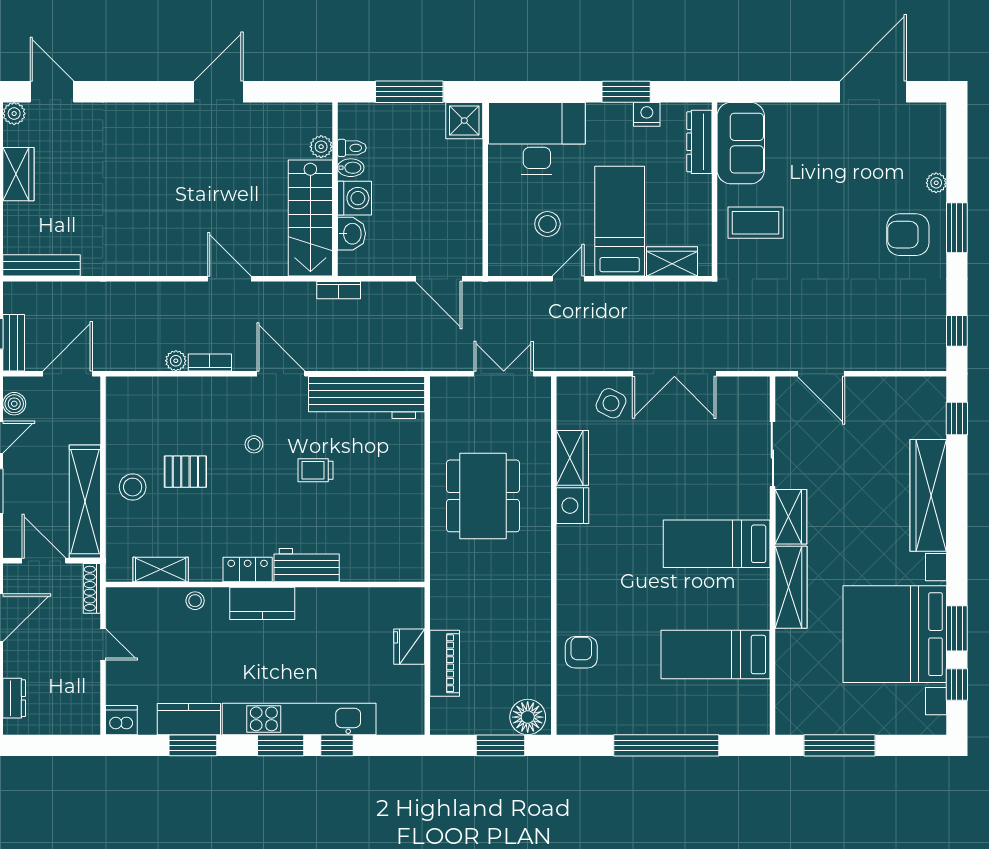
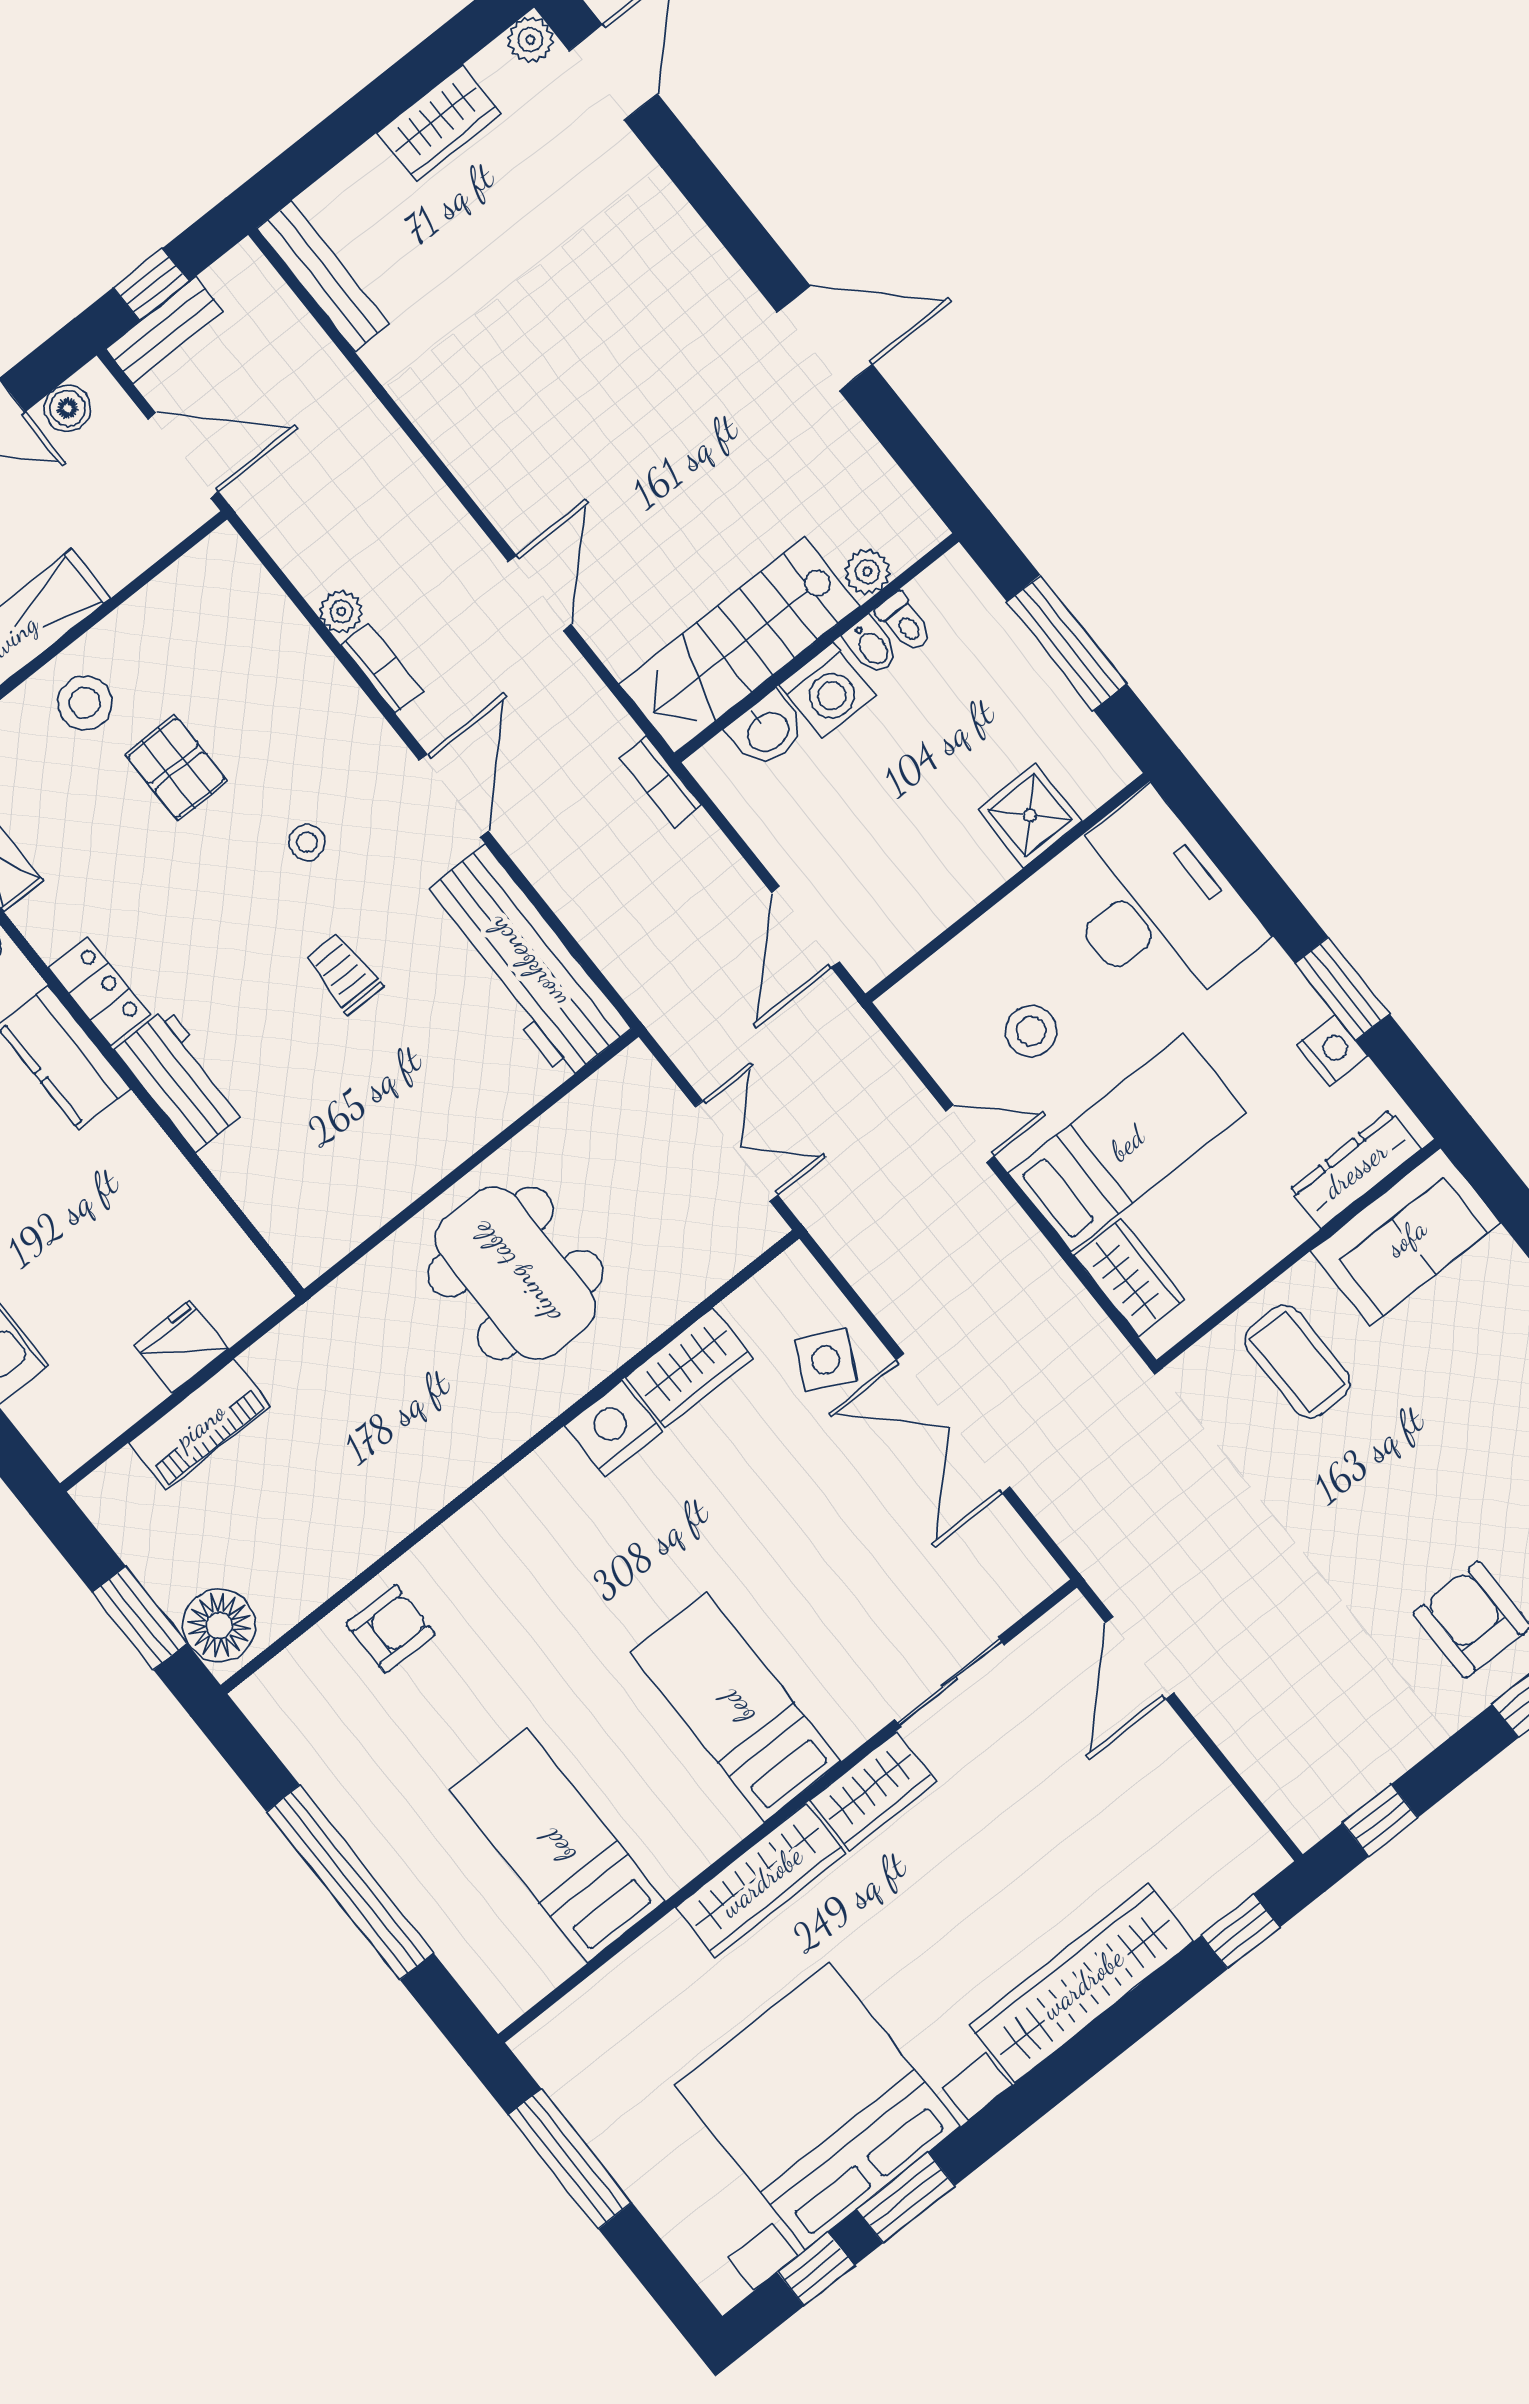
shower: (464, 121) -> (1030, 815), moved
dining table: (483, 496) -> (515, 1273), turned 90

